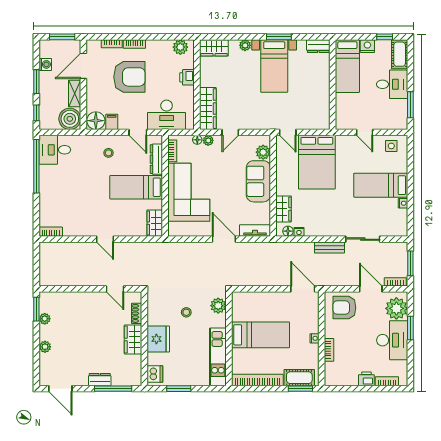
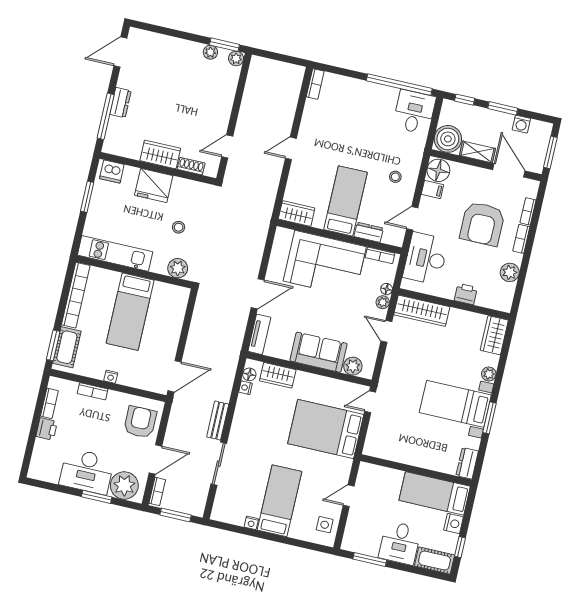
plant: (180, 47) -> (510, 272), moved
dresser: (156, 159) -> (369, 232), width x0.70
plant: (45, 347) -> (236, 58), moved
bookcase: (387, 381) -> (49, 403), moved

